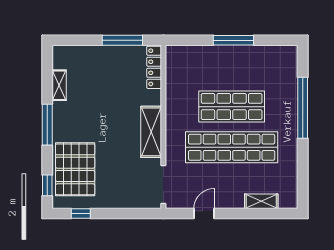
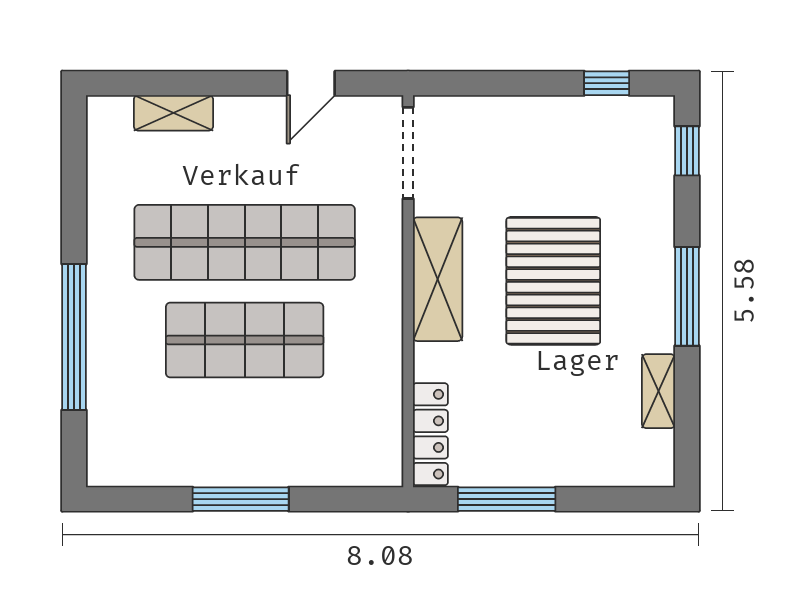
pallet: (75, 169) -> (553, 281), moved

